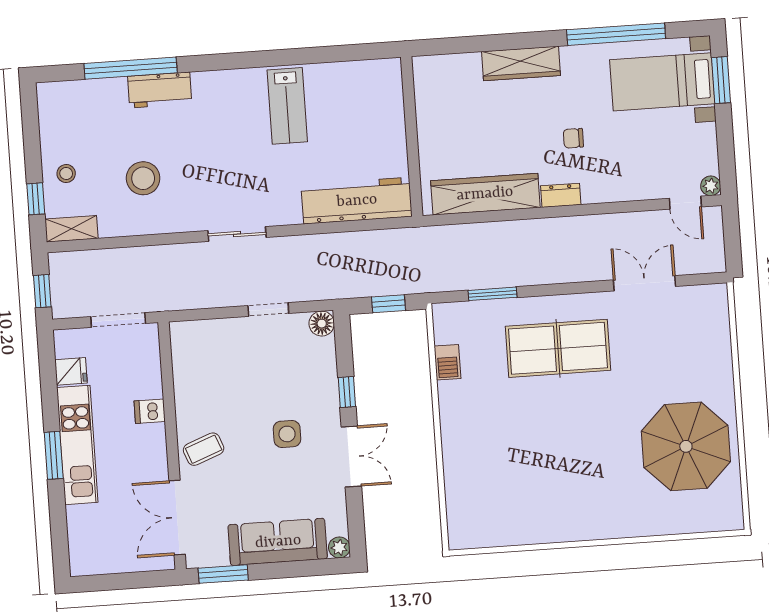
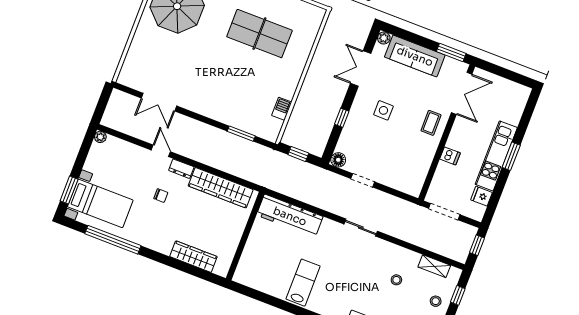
wardrobe: (521, 63) -> (193, 257), moved
stool: (143, 178) -> (396, 280), width x0.53, depth x0.53
door: (685, 203) -> (161, 151), moved
shelving: (71, 229) -> (434, 266), moved
table tennis table: (558, 348) -> (259, 34), moved
coffee table: (204, 449) -> (431, 123), turned -69
double door: (351, 457) -> (361, 68), moved

